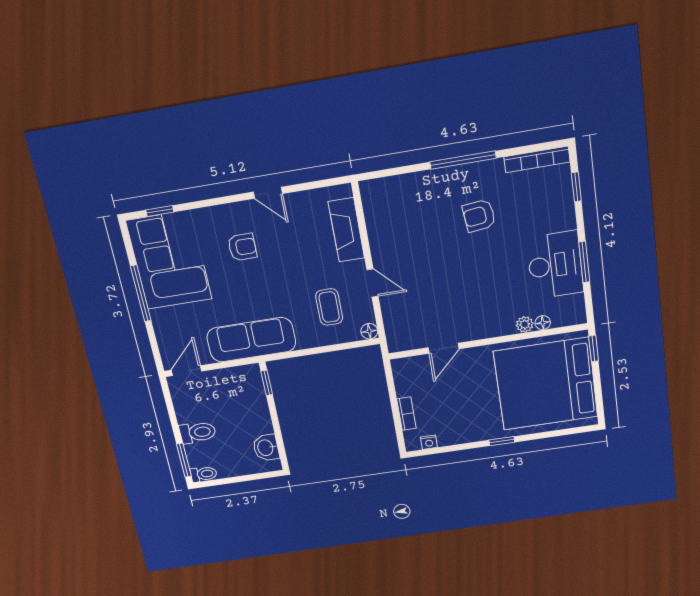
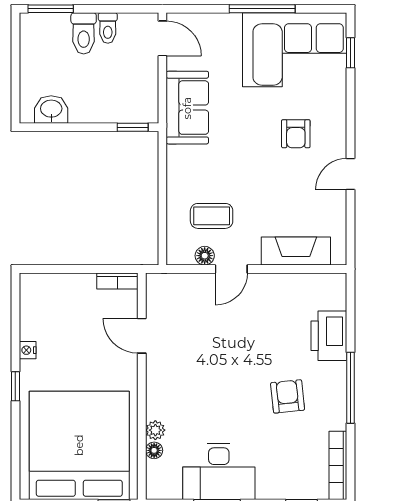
printer: (418, 188) -> (329, 336), added
floor lamp: (369, 331) -> (205, 256), moved
sofa: (251, 340) -> (187, 108), width x0.73
bookcase: (406, 414) -> (117, 281), moved
nightstand: (429, 442) -> (28, 350), moved
toilet: (204, 474) -> (108, 28), moved

